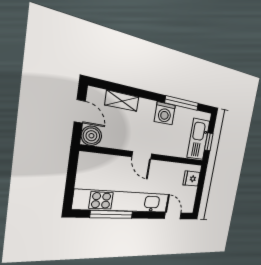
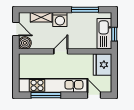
washing machine: (165, 113) -> (60, 20), moved
door: (142, 155) -> (61, 51), swing flipped
fridge: (192, 179) -> (102, 65), width x1.88, depth x1.34

